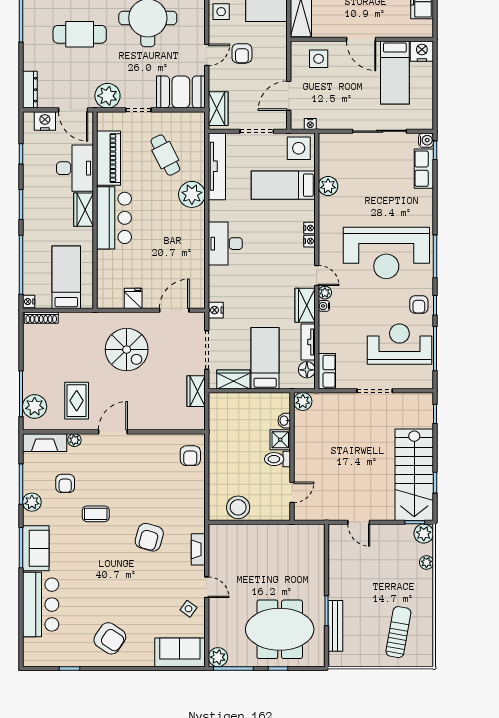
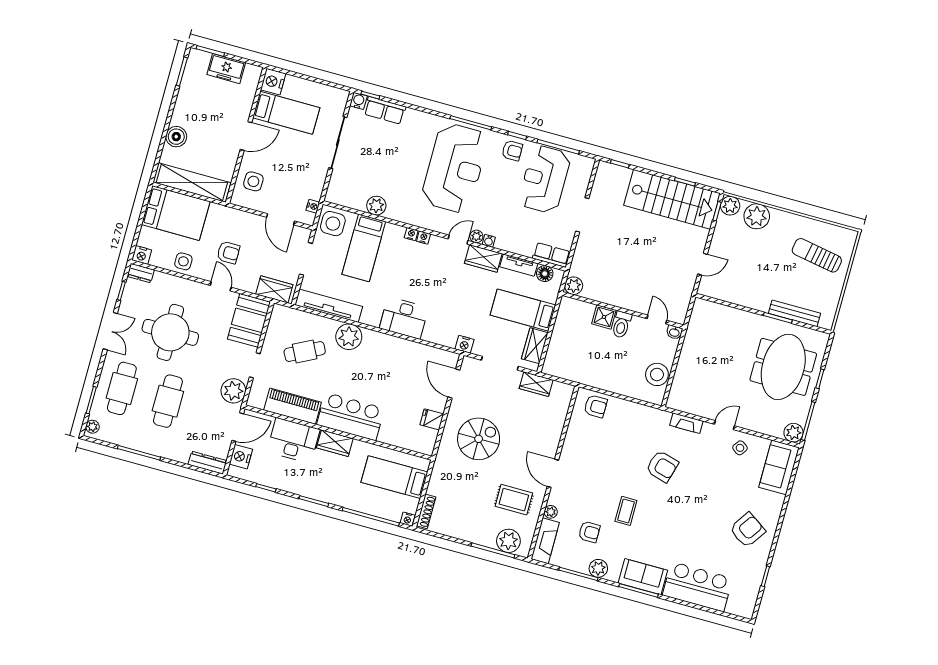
washbasin: (284, 421) -> (674, 332), moved
plant: (426, 562) -> (757, 216), width x1.88, depth x1.88

